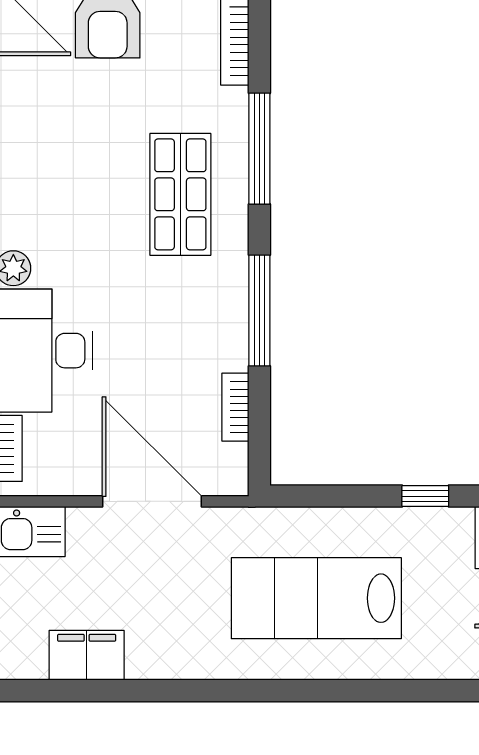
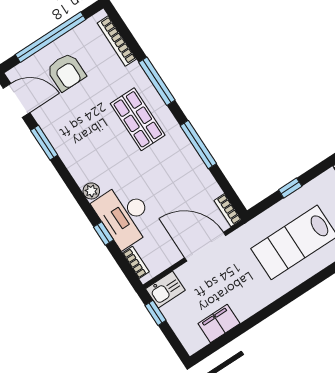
bookcase: (235, 407) -> (228, 210), moved
window: (425, 496) -> (290, 188), moved

